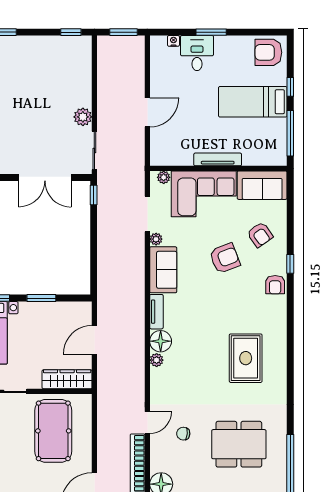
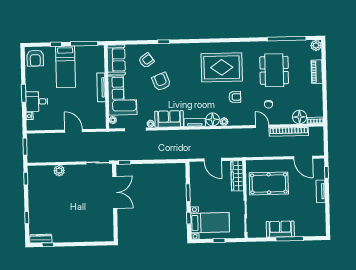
plant: (83, 117) -> (59, 171), moved
armchair: (275, 285) -> (235, 97), moved
rug: (246, 358) -> (222, 67), width x1.37, depth x1.44

